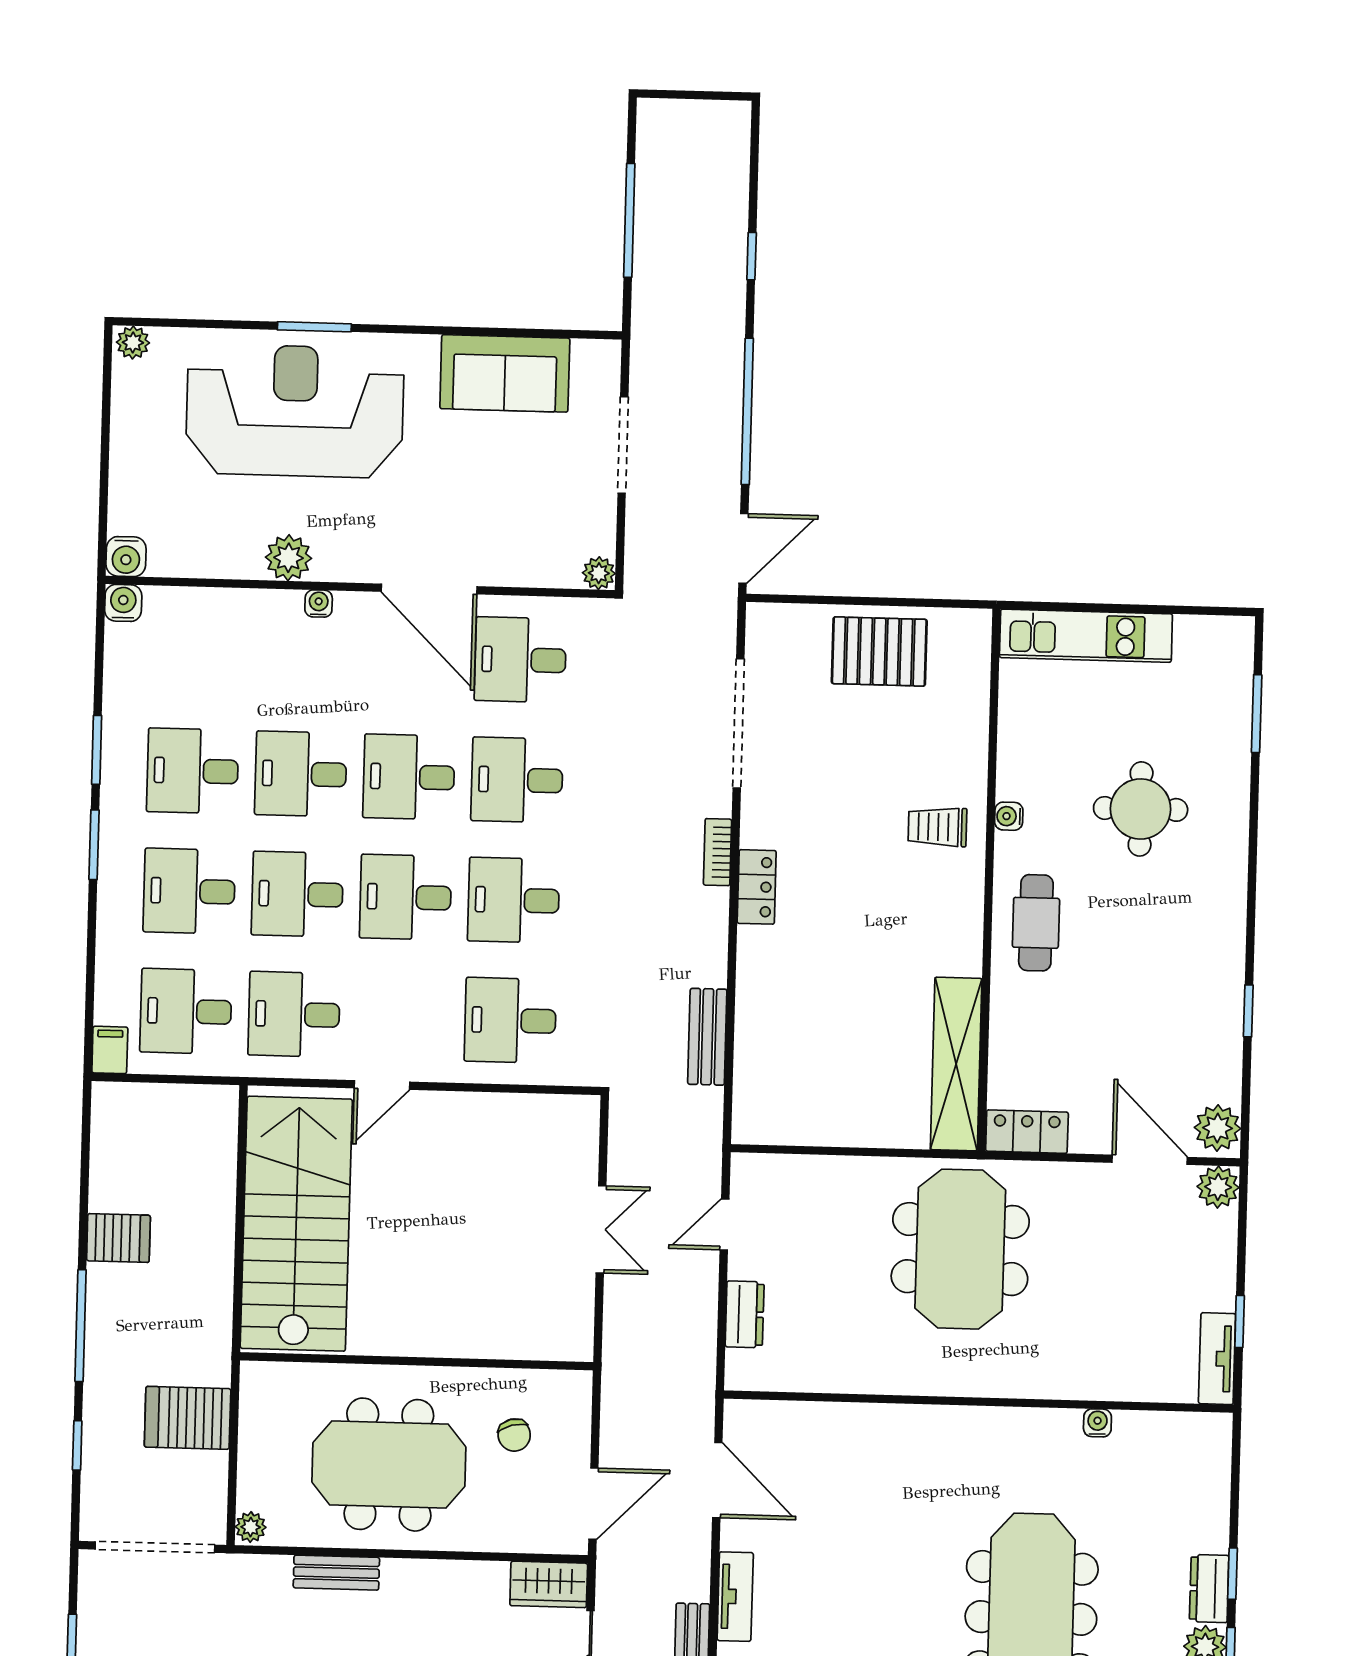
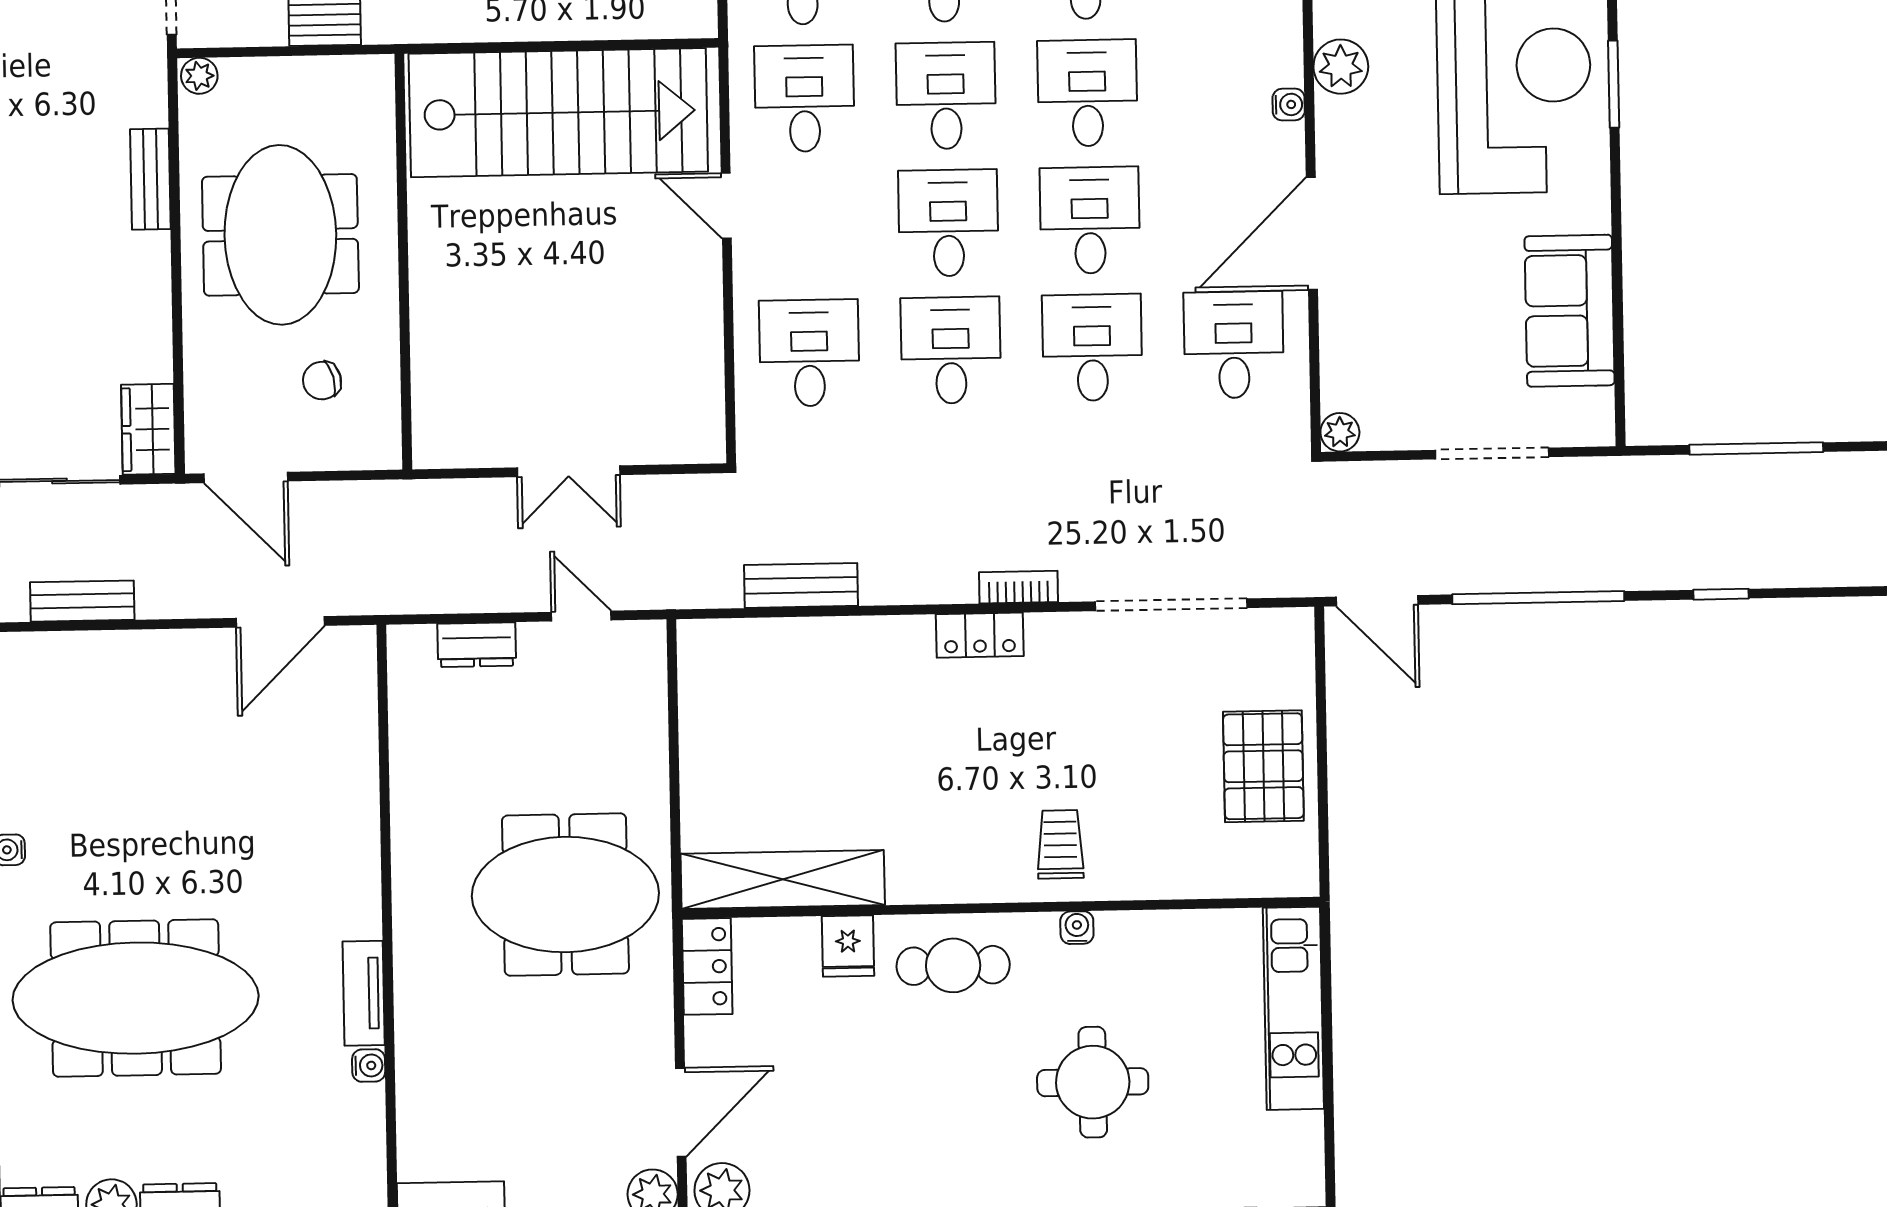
fridge: (1015, 1011) -> (848, 946), added
tv unit: (735, 1597) -> (364, 993), moved, turned 90

